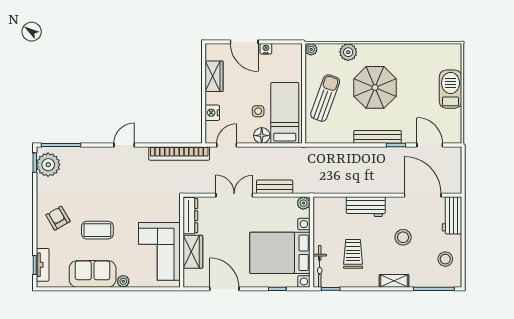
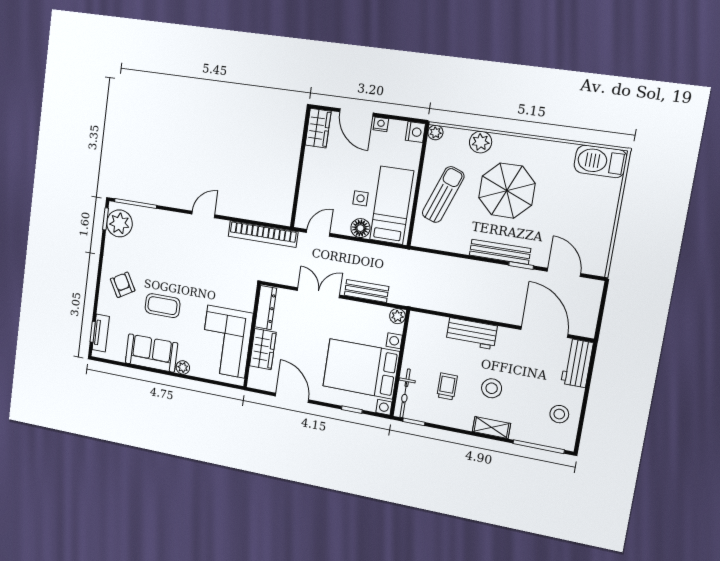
wardrobe: (214, 76) -> (318, 128), moved
barbecue: (451, 89) -> (600, 161), moved, turned -90
nightstand: (212, 113) -> (415, 132), moved, turned 180
stool: (403, 237) -> (492, 388), moved
trolley: (353, 254) -> (447, 386), width x0.73, depth x0.72

